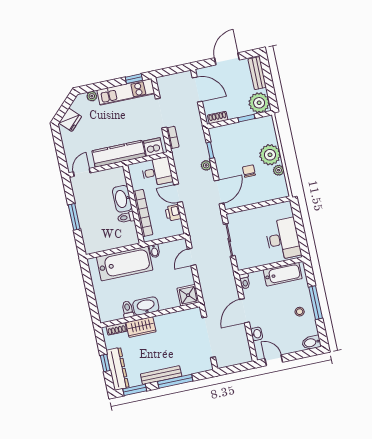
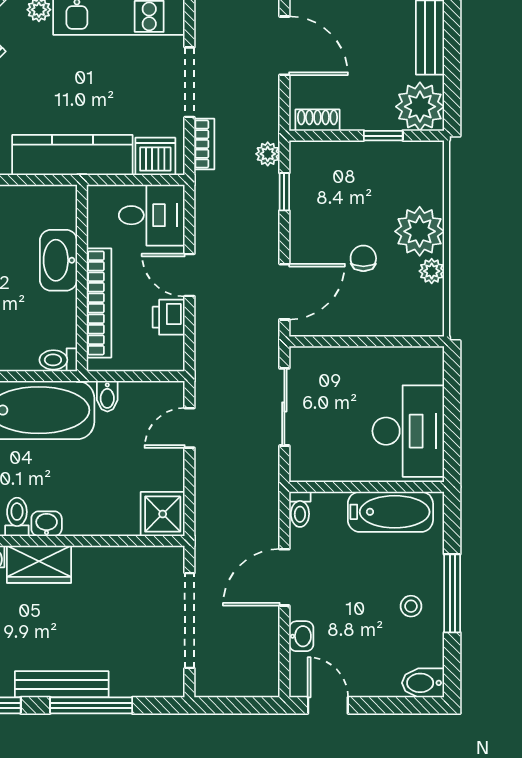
plant: (206, 165) -> (268, 154), moved
toilet: (126, 217) -> (58, 360), moved
washbasin: (146, 306) -> (47, 524), width x0.52, depth x0.69

